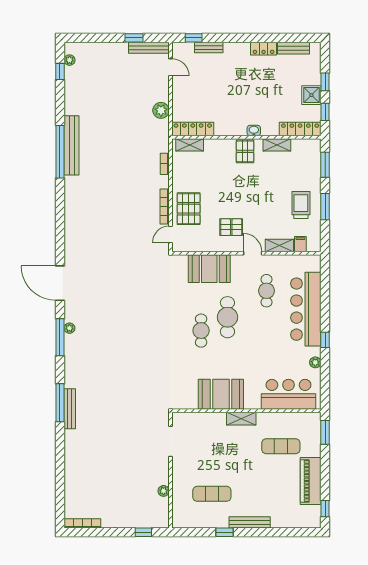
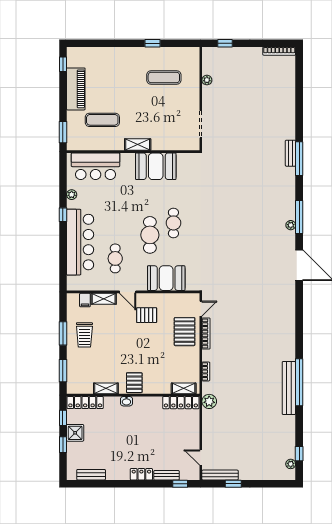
locker: (264, 49) -> (141, 474), moved
plant: (161, 110) -> (209, 401), moved
bench: (70, 409) -> (290, 153), width x0.73
bench: (250, 522) -> (130, 52), removed

